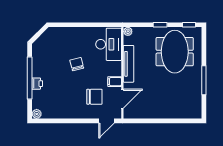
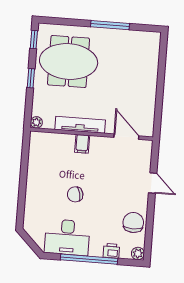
desk: (109, 44) -> (67, 237), moved, turned 180
filing cabinet: (115, 82) -> (82, 144), moved
printer: (37, 84) -> (111, 251), moved
chair: (94, 97) -> (133, 223), moved
door: (106, 121) -> (153, 183), moved

